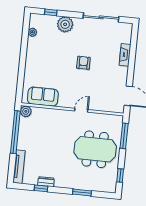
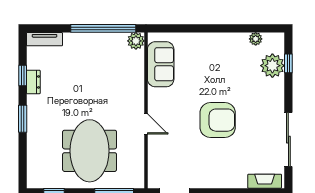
plant: (65, 24) -> (272, 66), moved
fireplace: (125, 55) -> (265, 181), moved
armchair: (83, 63) -> (218, 120), width x1.88, depth x1.88
tv unit: (19, 167) -> (44, 39), width x0.71
window: (82, 192) -> (23, 119), moved

